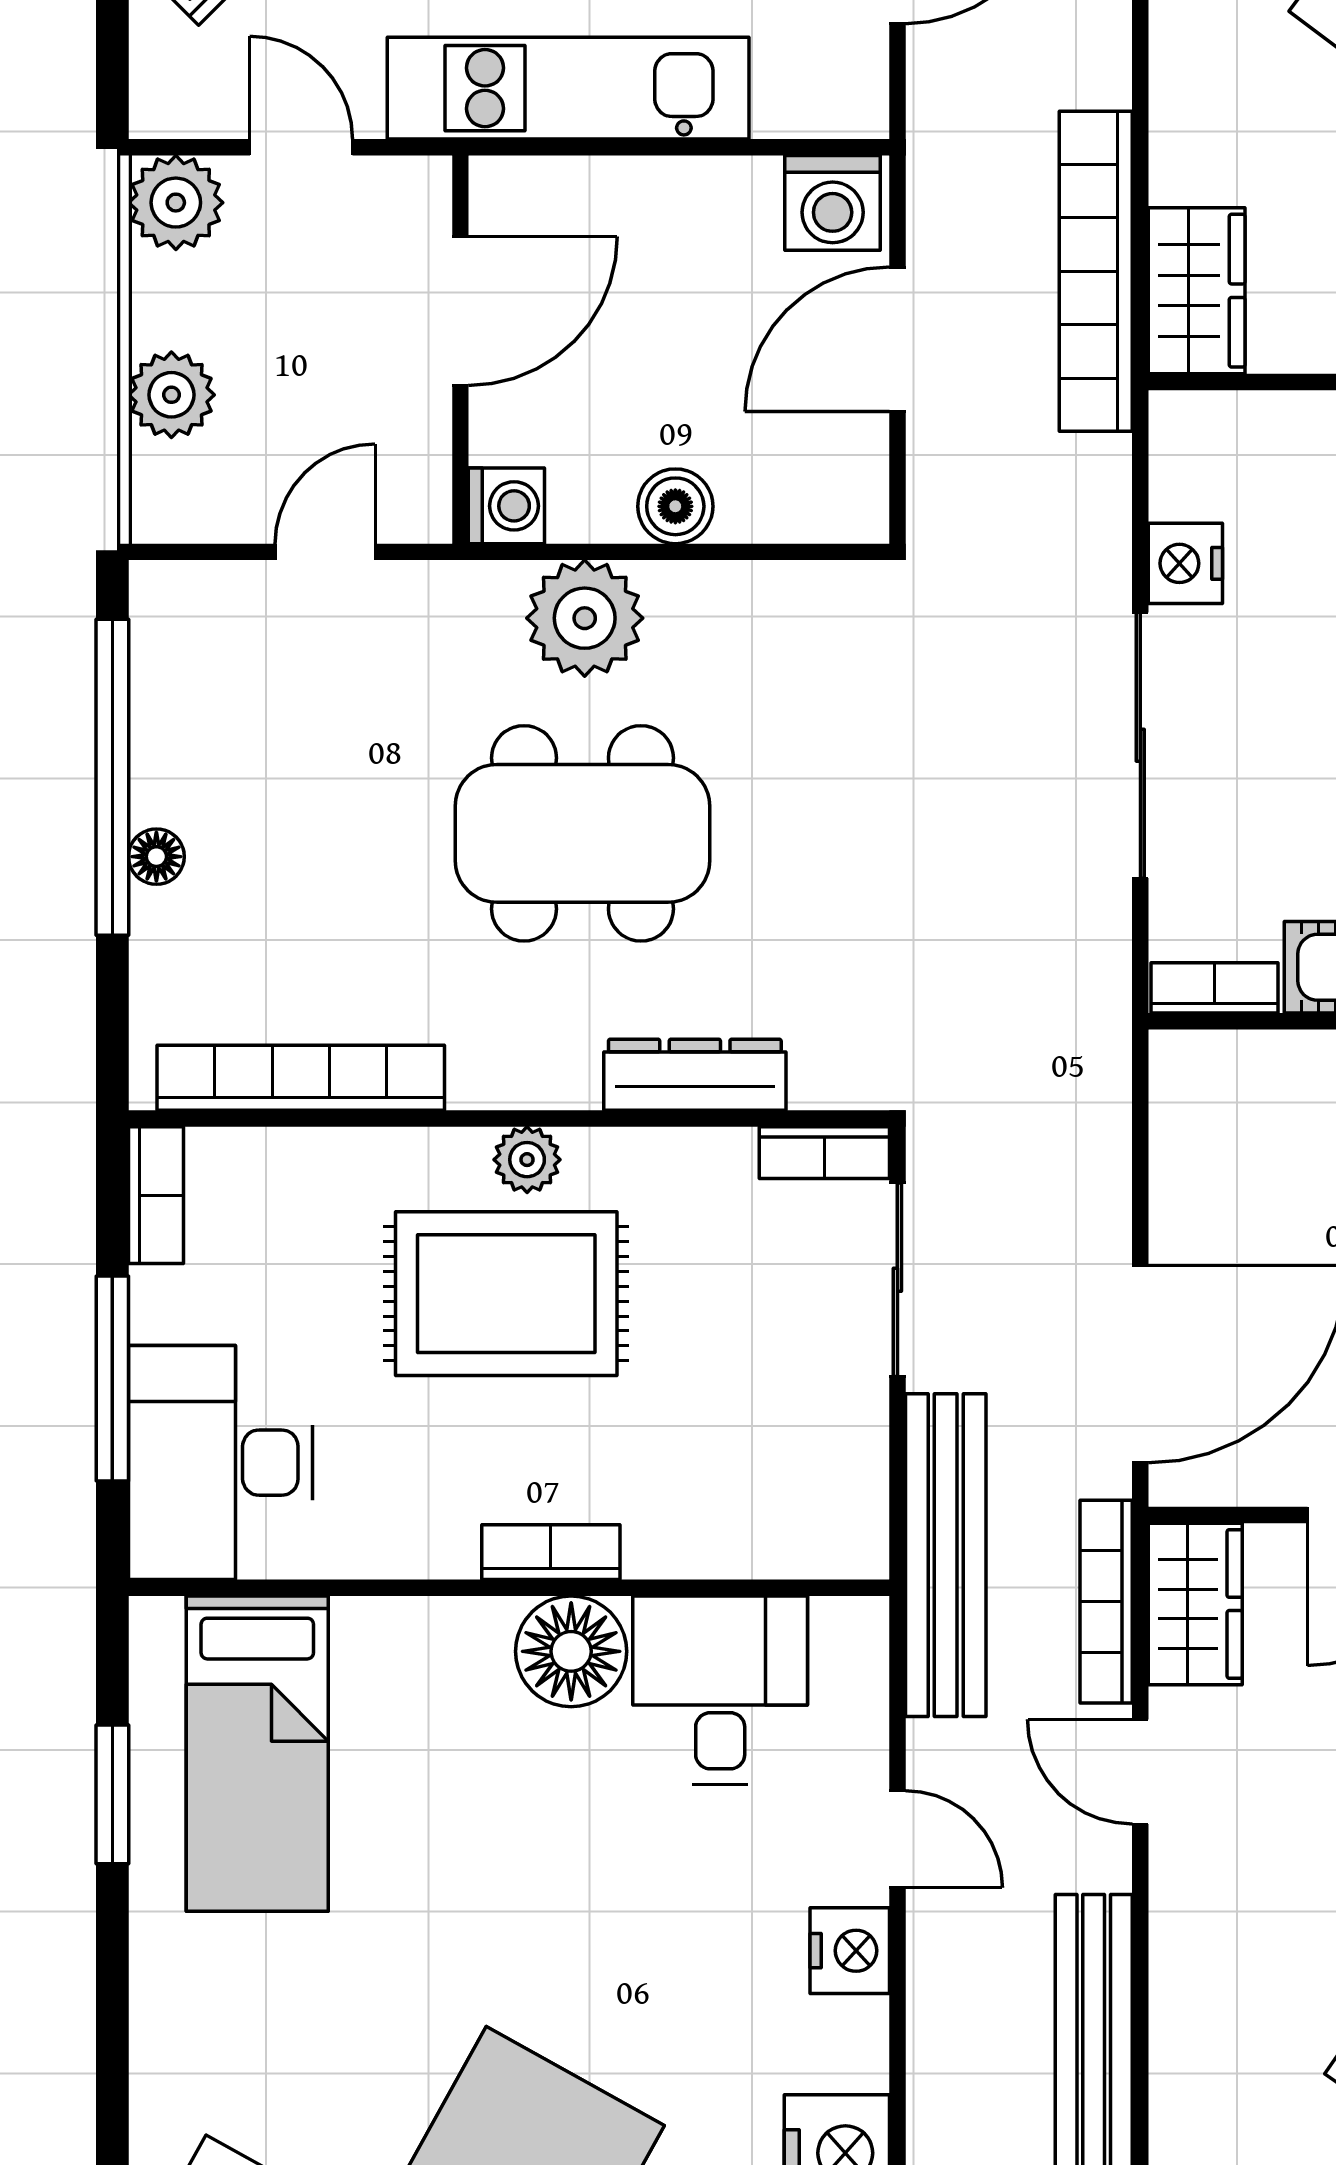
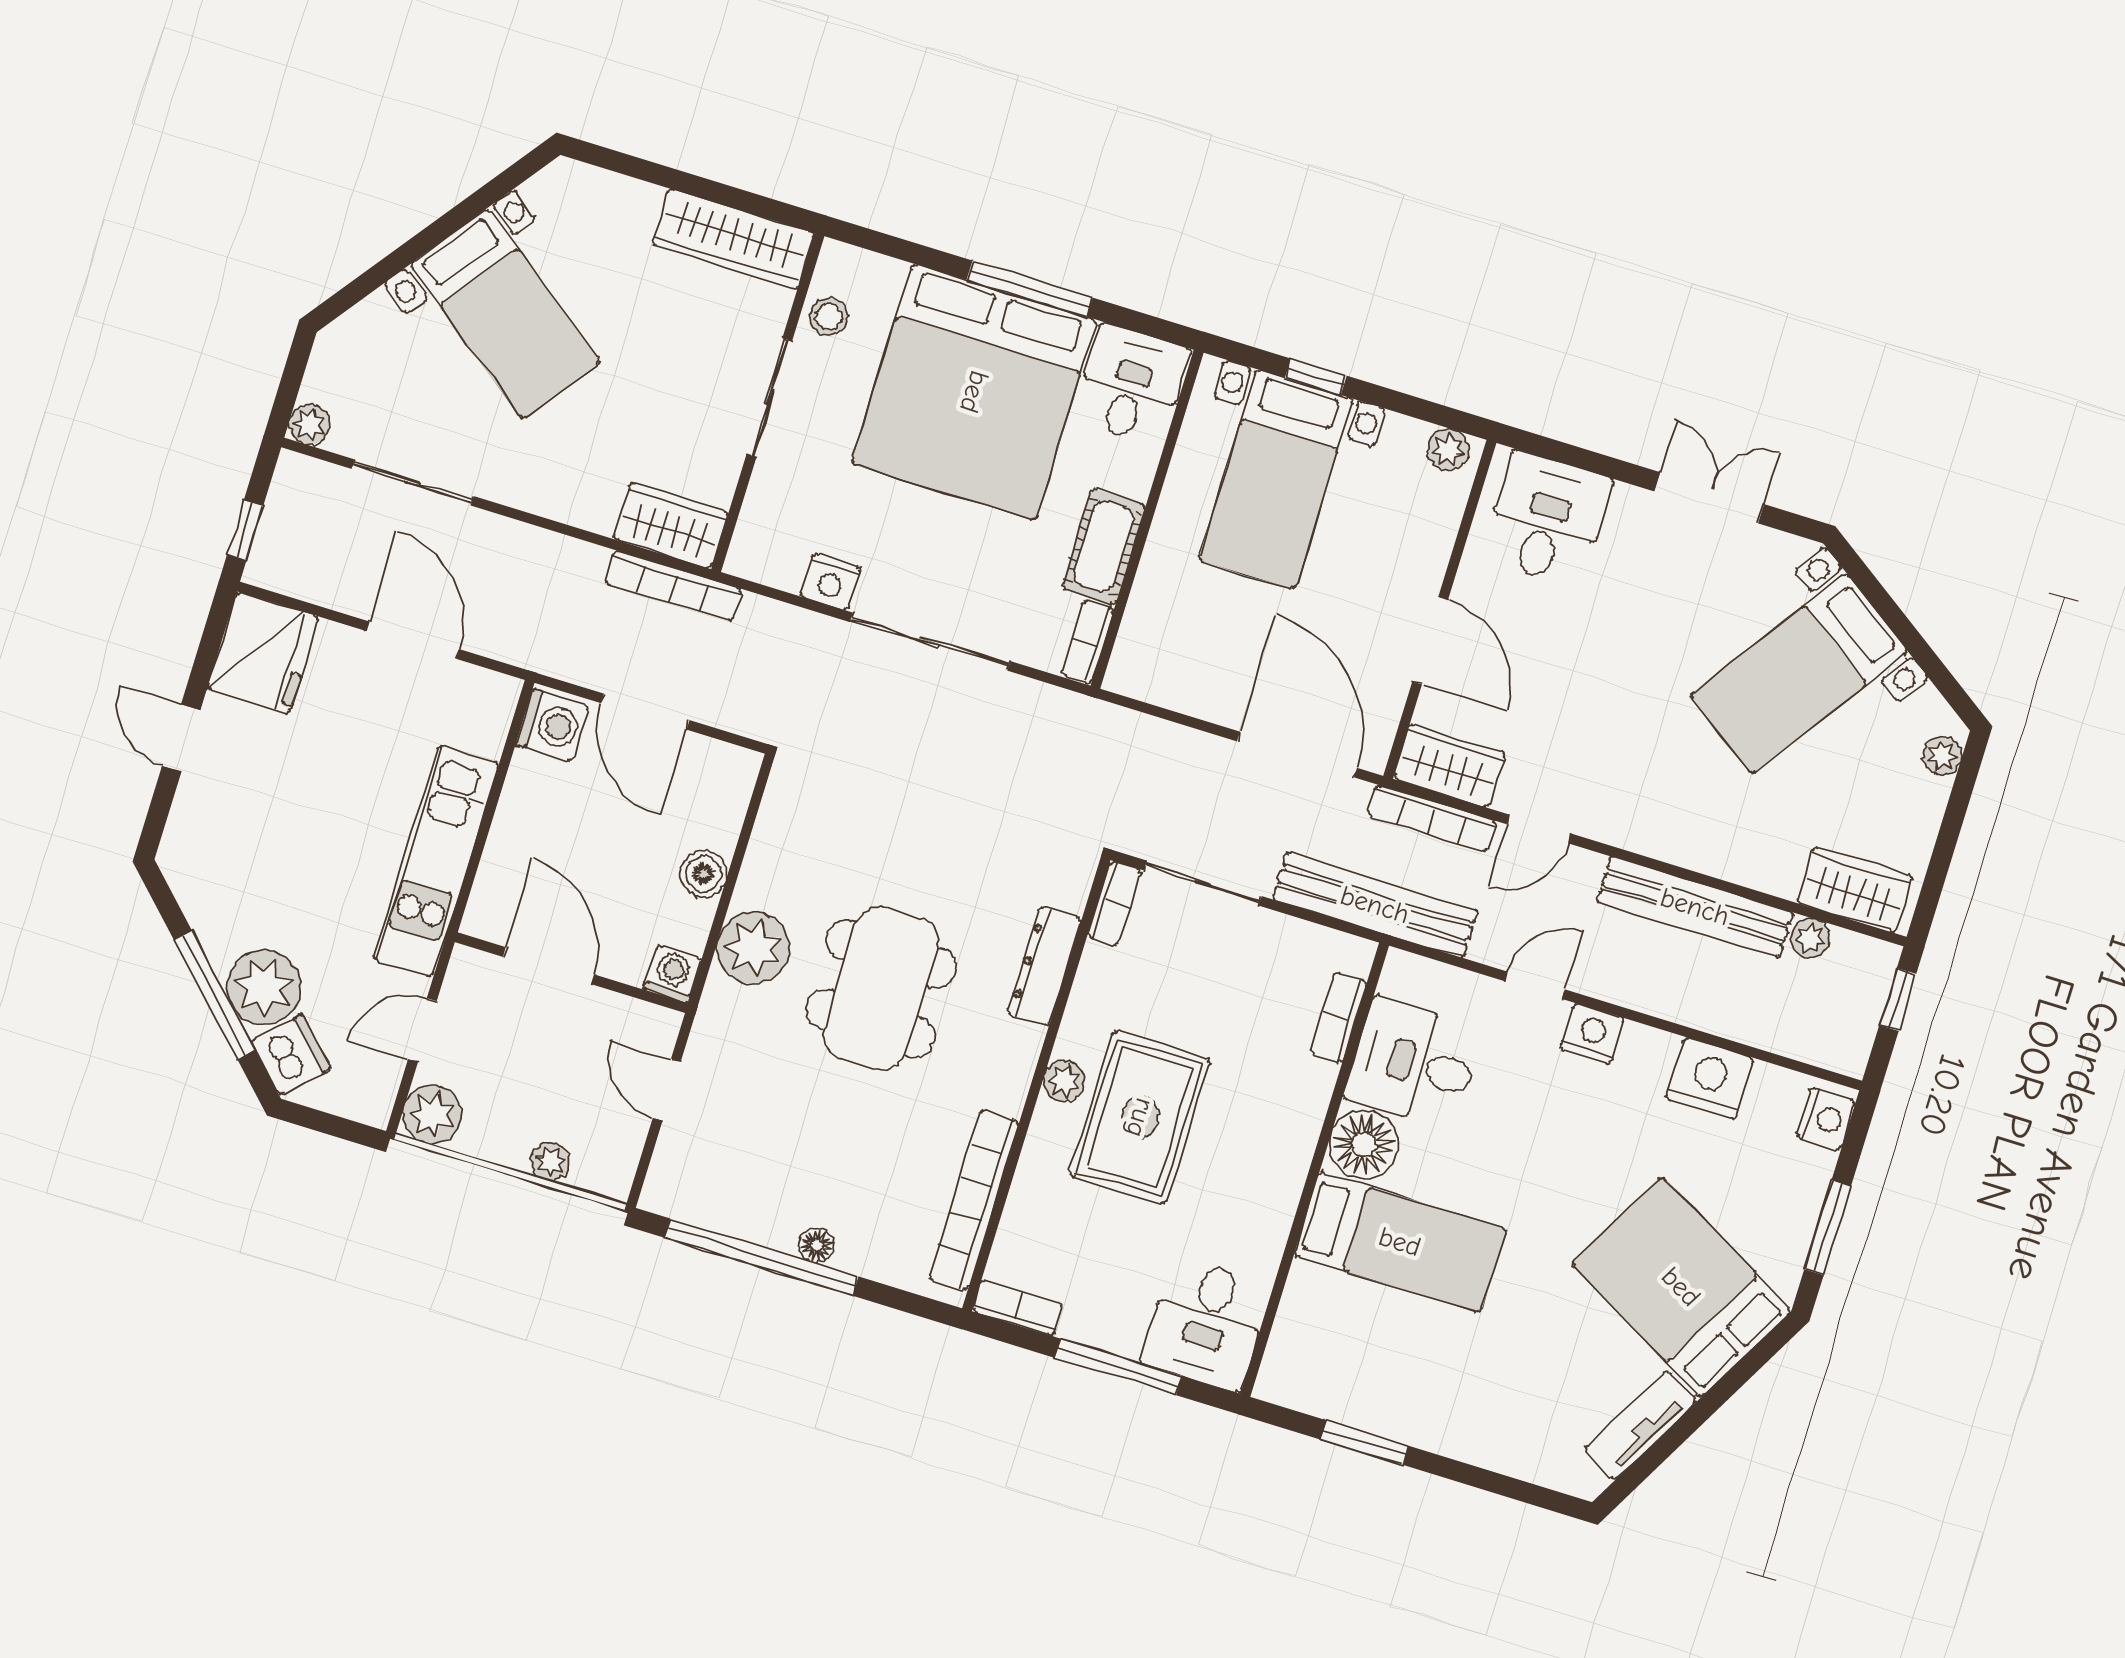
bookcase: (1096, 271) -> (673, 586), width x0.68, depth x0.76
plant: (171, 395) -> (550, 1161), width x0.73, depth x0.73
desk: (221, 1463) -> (1207, 1324), width x0.73
bookcase: (551, 1552) -> (1338, 1017), moved
bed: (257, 1754) -> (1400, 1242), moved

